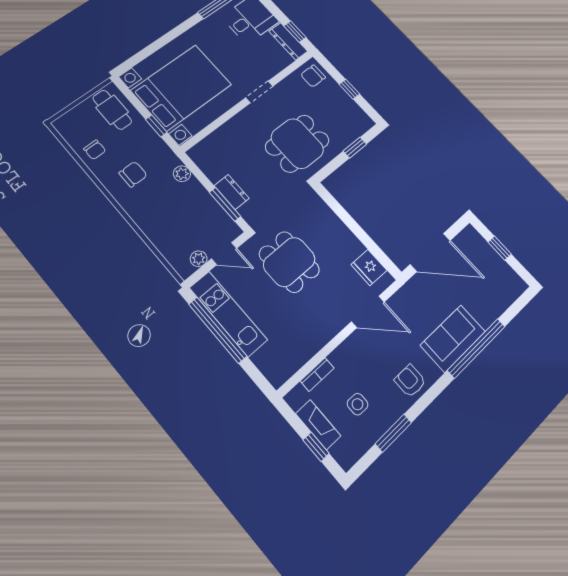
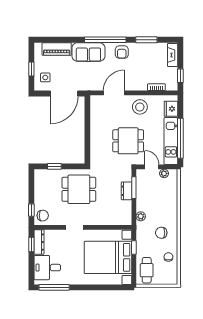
window: (349, 89) -> (31, 210), moved
door: (430, 252) -> (64, 94), swing flipped
dining table: (289, 262) -> (128, 141), turned 90
fridge: (369, 267) -> (171, 109), moved, turned 180
piano: (495, 304) -> (57, 49), added
door: (368, 312) -> (114, 93), hinge flipped
stool: (315, 324) -> (140, 107), added
window: (476, 348) -> (105, 40), moved
side table: (358, 404) -> (45, 77), moved
fireplace: (318, 425) -> (173, 55), moved
window: (316, 447) -> (180, 76), moved

